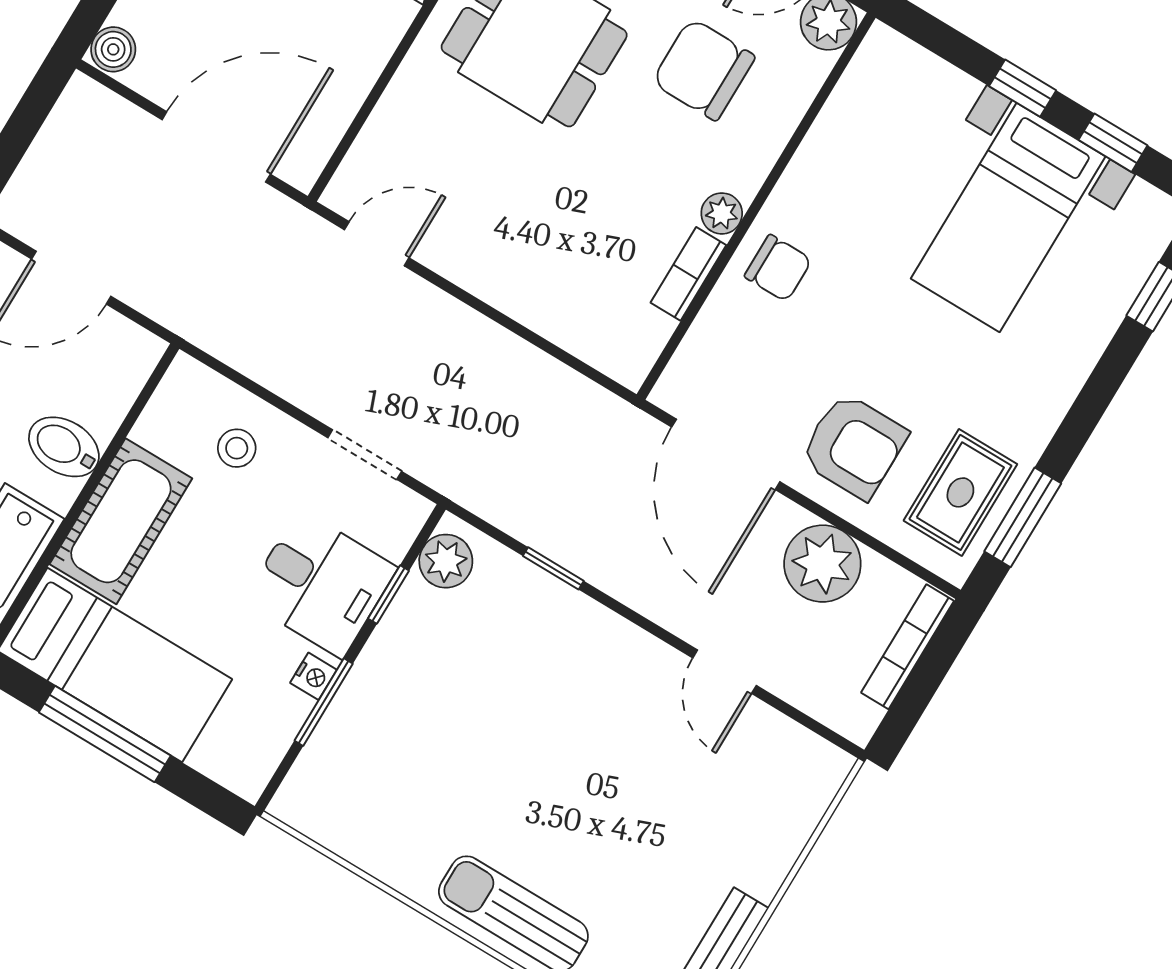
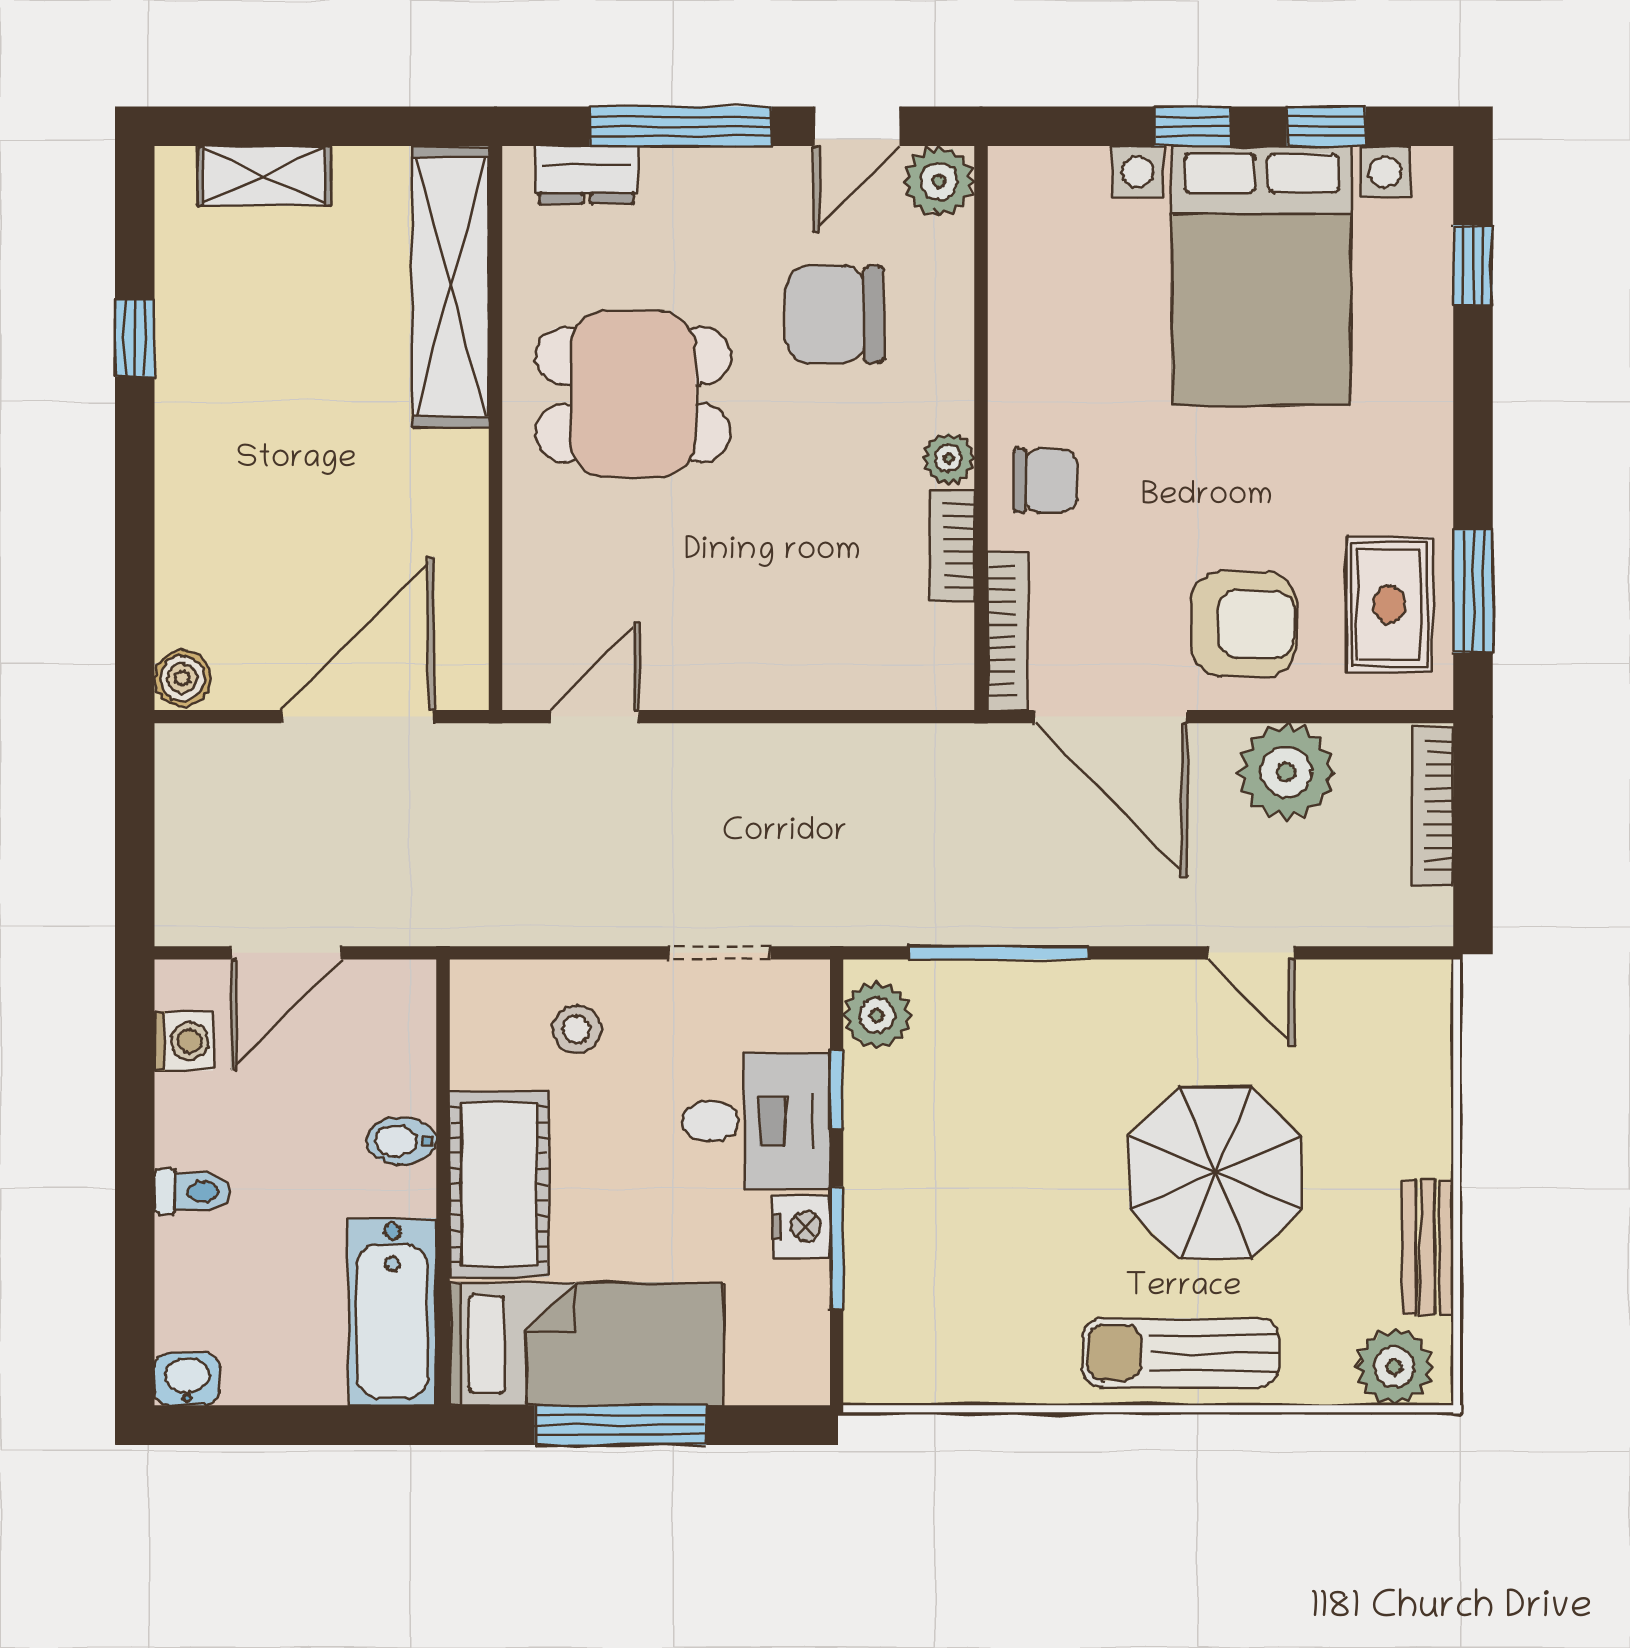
bed with nightstands: (1008, 217) -> (1261, 276), width x1.36
bookcase: (691, 354) -> (1008, 631), added
bidet: (64, 447) -> (401, 1141), width x0.72, depth x0.74
window: (553, 568) -> (998, 953), width x2.17
nightstand: (313, 676) -> (801, 1226), width x1.39, depth x1.35
parasol: (611, 806) -> (1216, 1173), added

